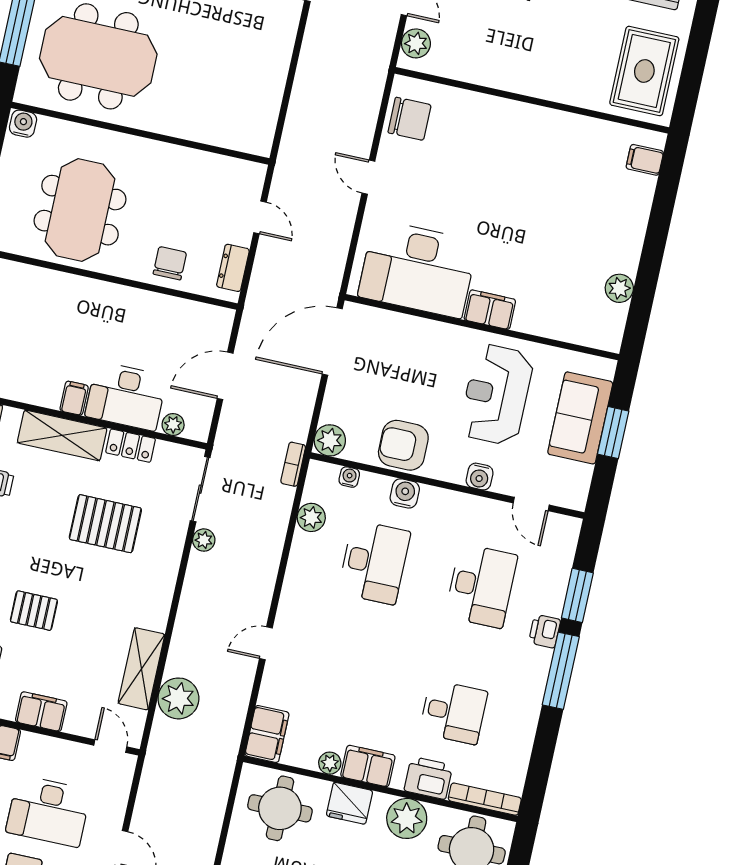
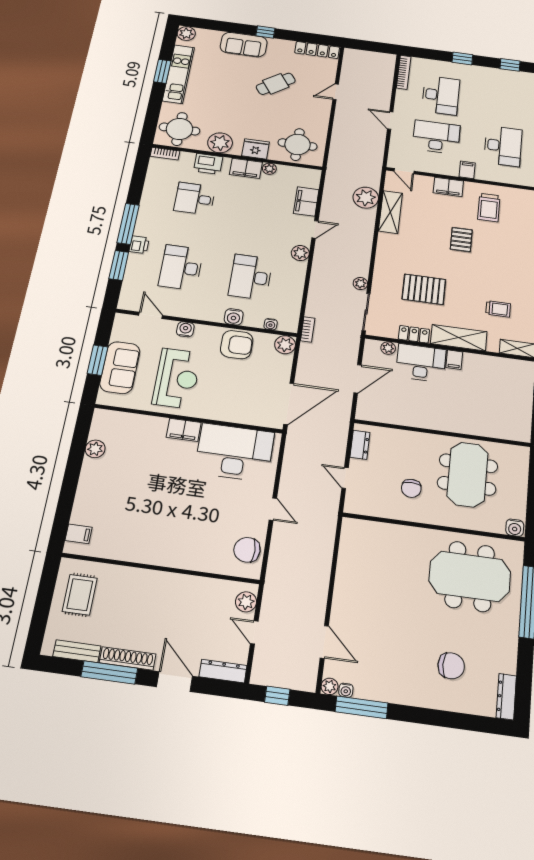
rug: (644, 71) -> (80, 595), width x0.73, depth x0.70
chair: (170, 263) -> (411, 488), moved
plant: (311, 517) -> (300, 253), moved
pallet: (34, 611) -> (461, 240), turned 90
filing cabinet: (267, 734) -> (306, 202), moved
bookcase: (485, 799) -> (165, 154), width x0.64

